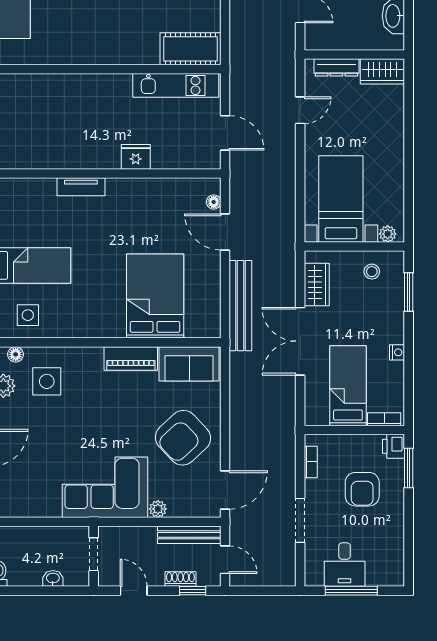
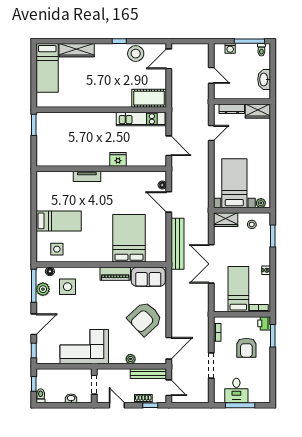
wardrobe: (317, 285) -> (226, 220), moved, turned 90
corner sofa: (105, 487) -> (84, 347), moved

